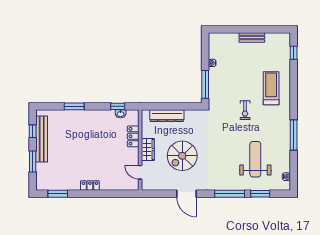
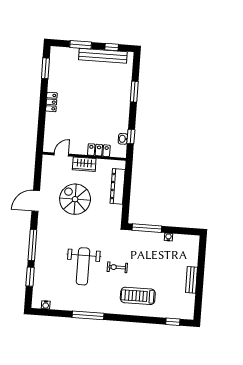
treadmill: (271, 88) -> (138, 296), turned 180
weight bench: (255, 159) -> (83, 266), moved, turned 90

